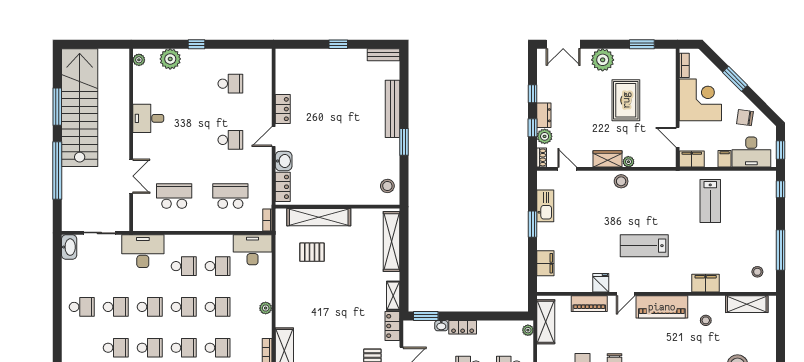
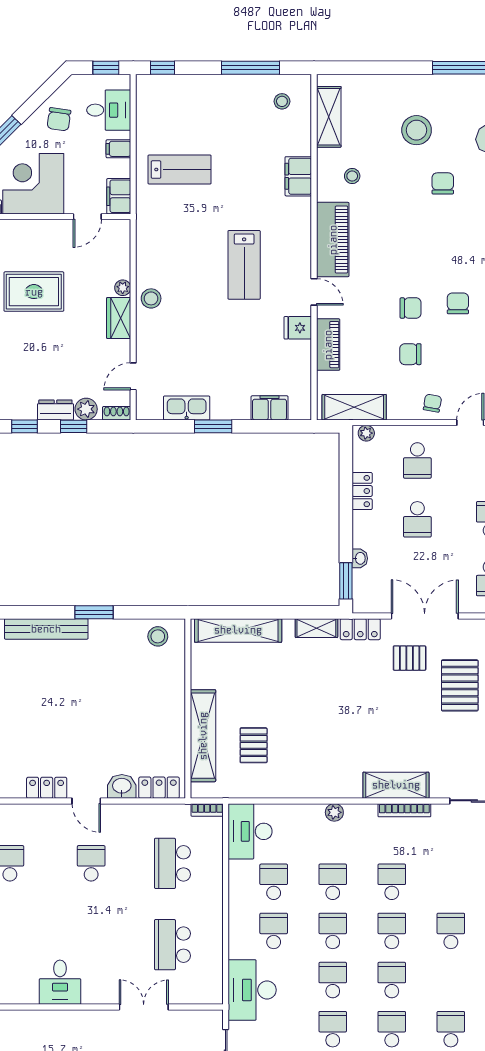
desk: (751, 152) -> (109, 110), width x0.73
locker: (463, 327) -> (362, 491), moved

